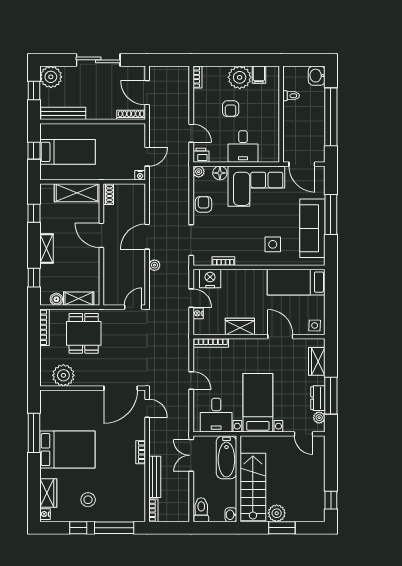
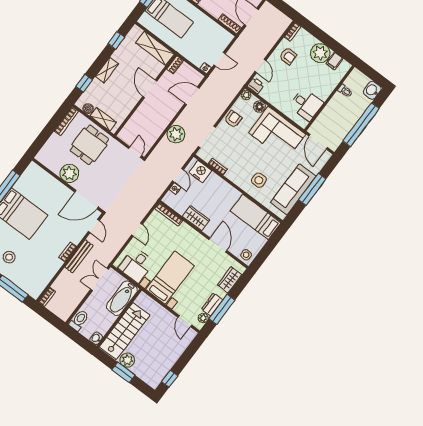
armchair: (231, 109) -> (288, 56), moved, turned -90
desk: (243, 147) -> (306, 104), moved, turned -90
door: (147, 237) -> (192, 96), moved
plant: (154, 265) -> (176, 134), width x1.88, depth x1.88
door: (133, 307) -> (135, 152), hinge flipped
plant: (63, 375) -> (69, 173), moved
bench: (155, 477) -> (79, 256), moved

